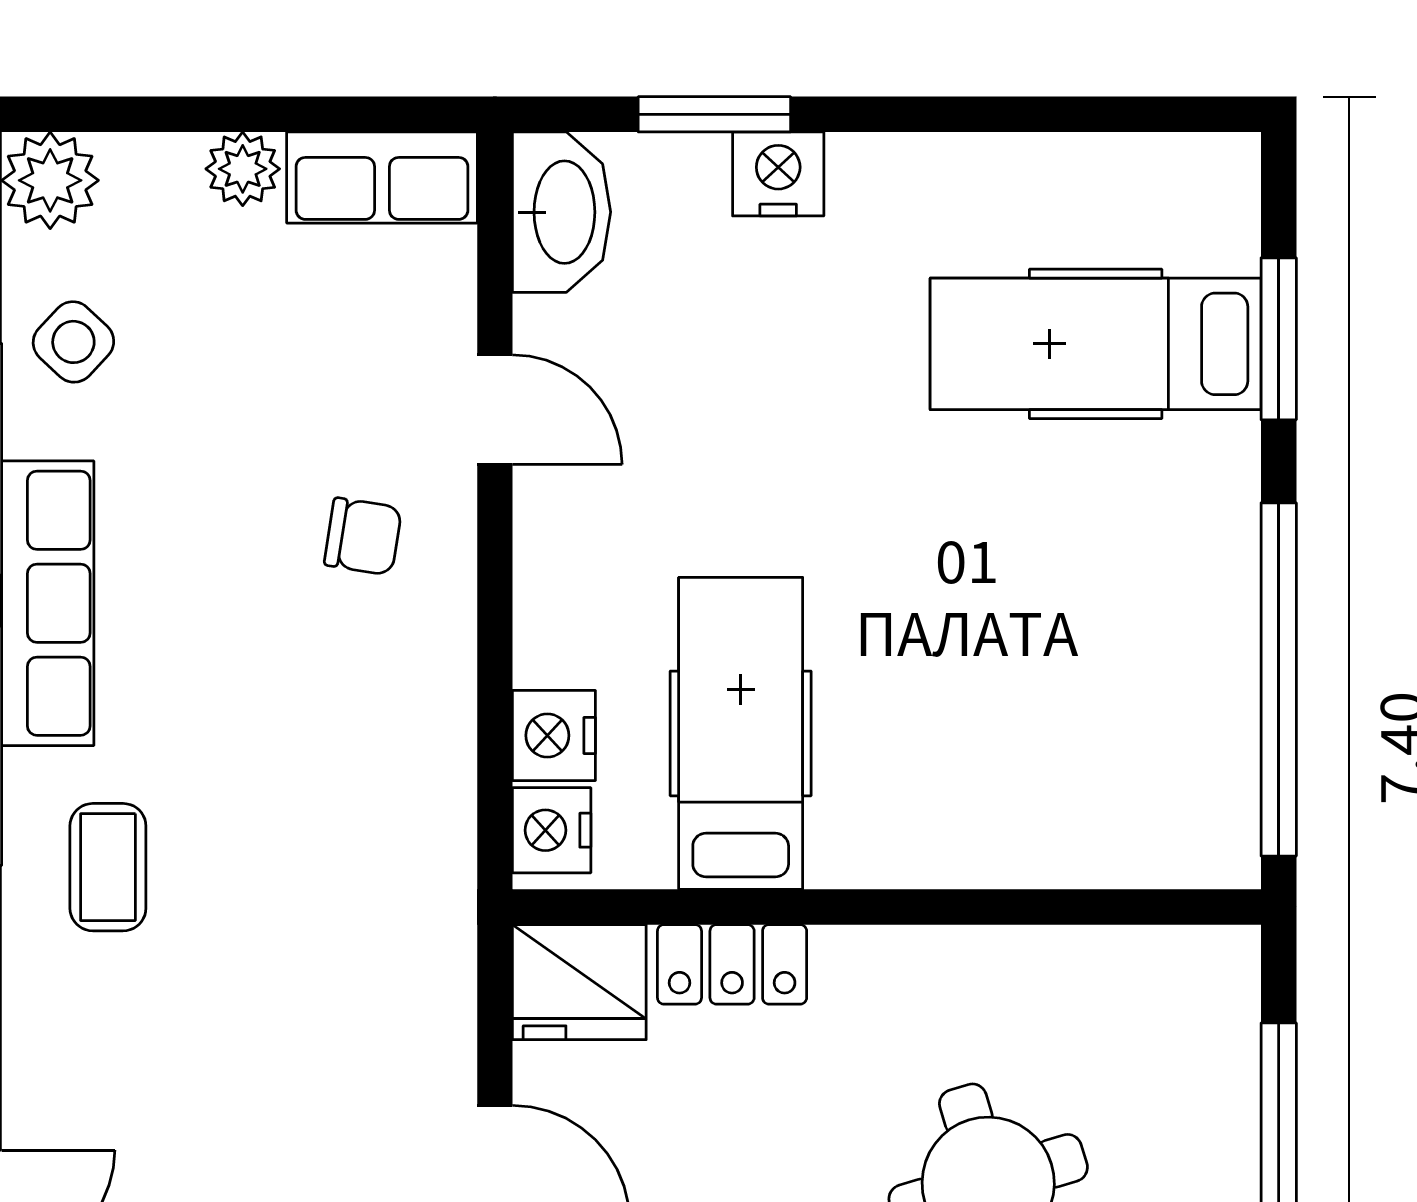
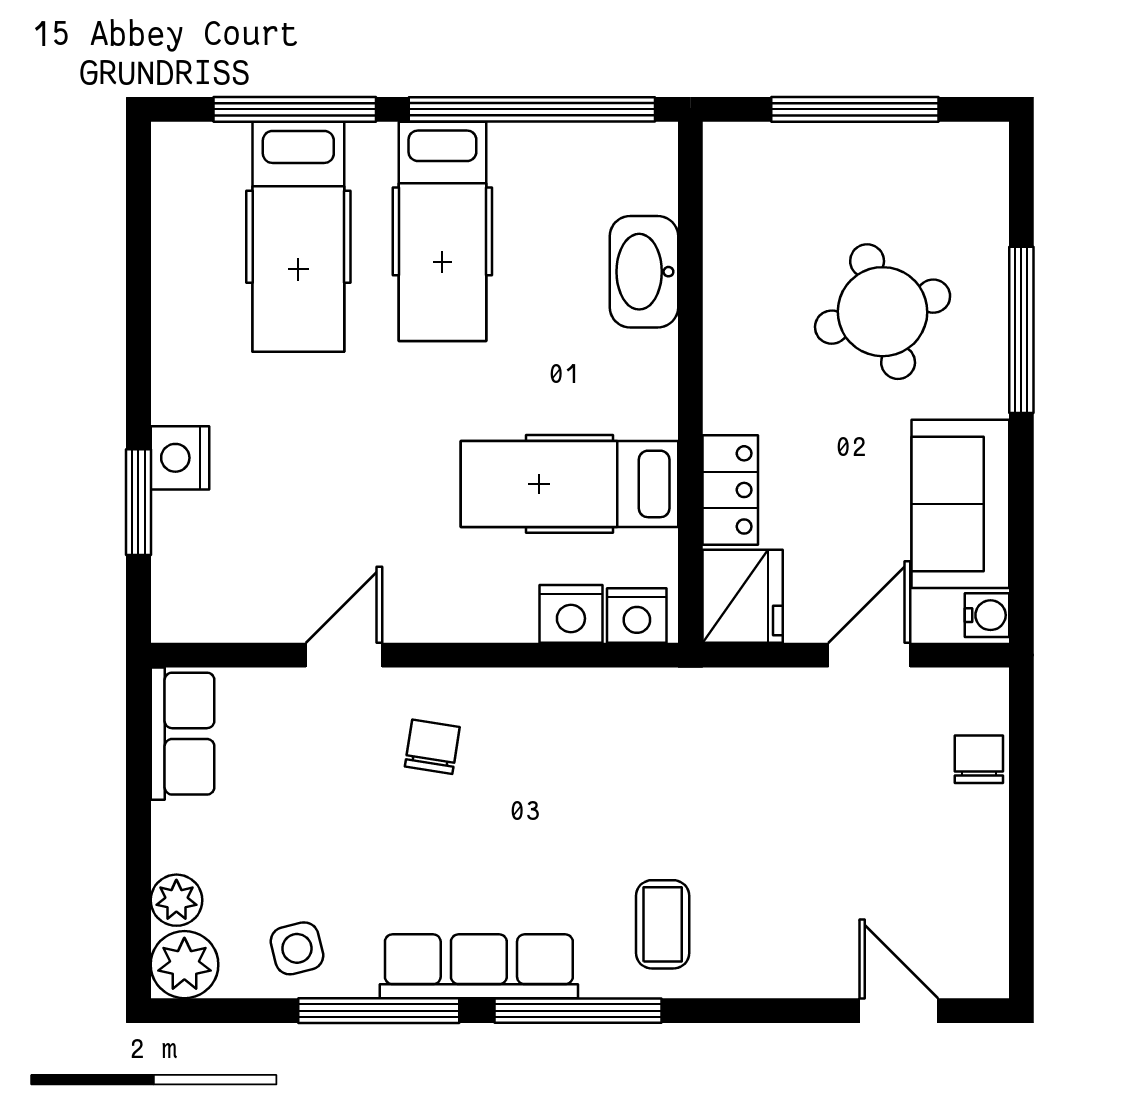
plant: (243, 169) -> (176, 900), moved
washbasin: (562, 212) -> (644, 272), moved, turned -90
window: (1279, 339) -> (295, 109), width x1.44
side table: (73, 342) -> (297, 948), turned 33
hospital bed: (1103, 551) -> (442, 231), added
coffee table: (108, 867) -> (663, 924), turned 90

